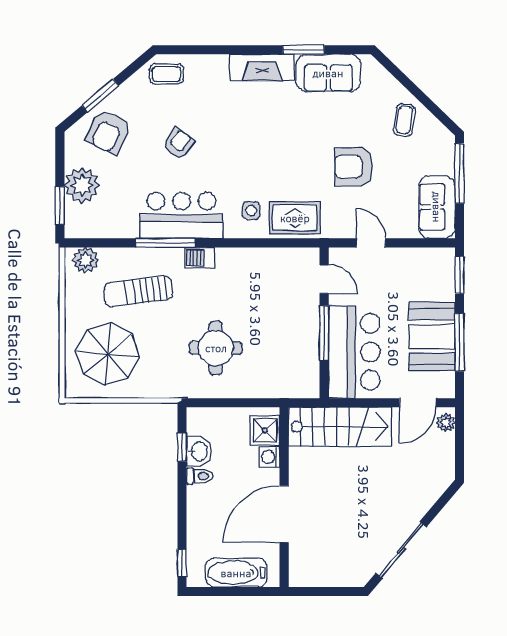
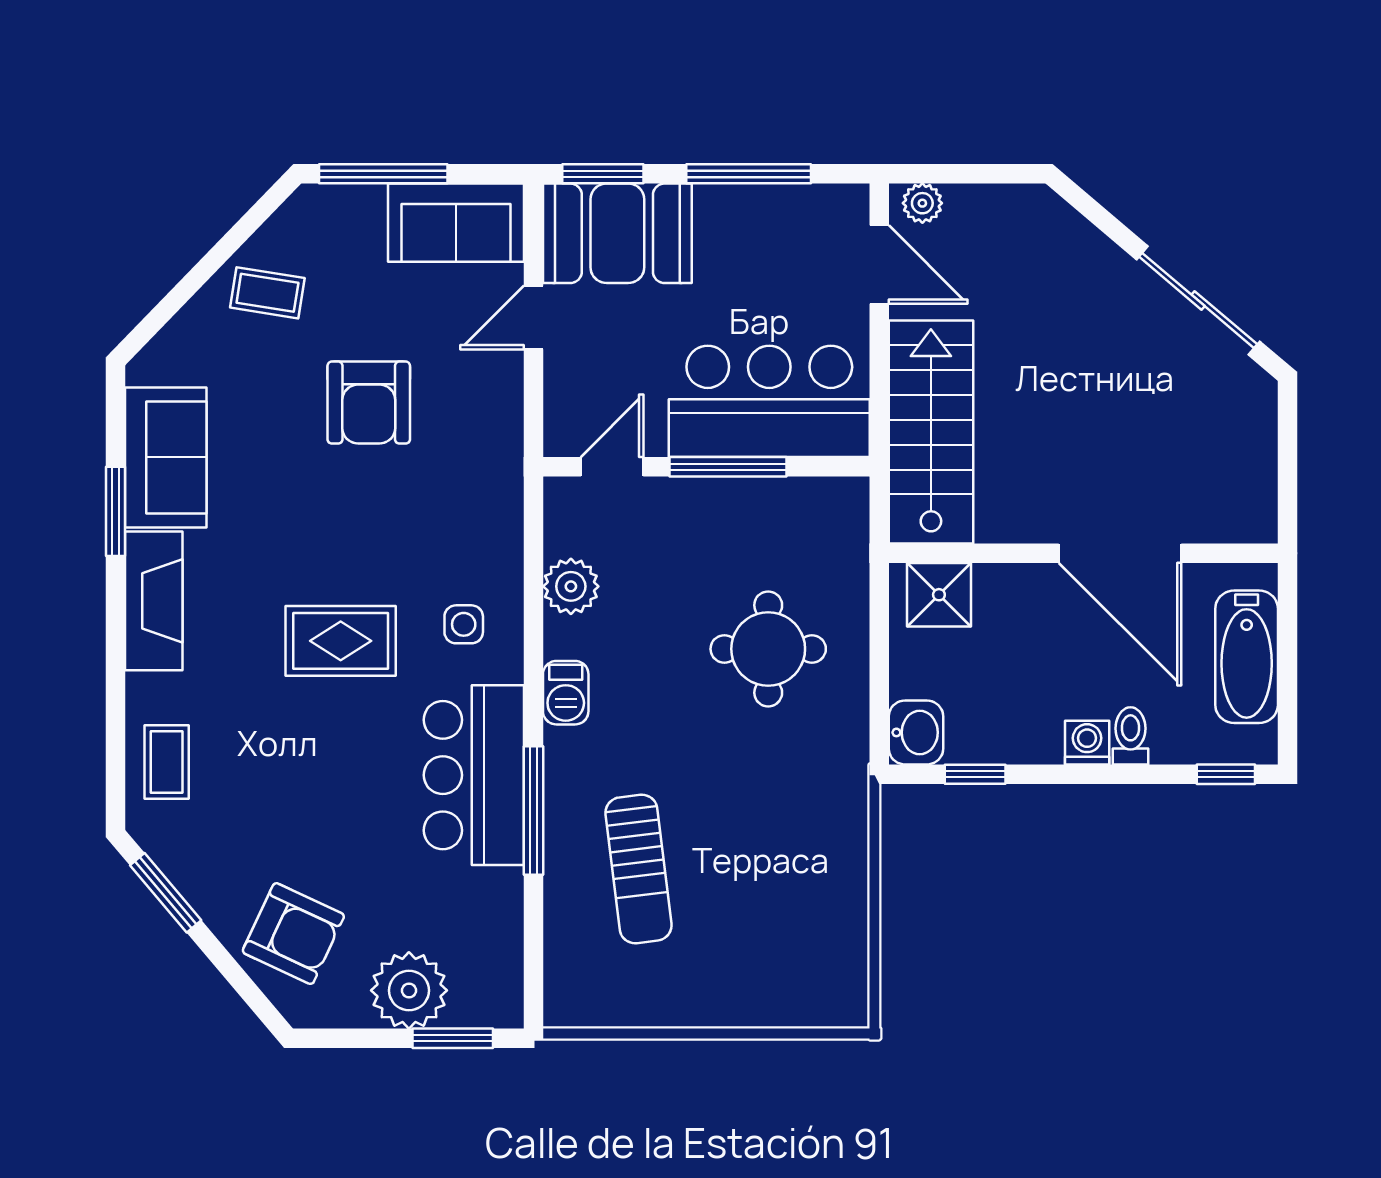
coffee table: (166, 74) -> (167, 762), moved
window: (100, 96) -> (166, 893), moved
armchair: (178, 144) -> (319, 782), removed
rug: (295, 218) -> (341, 641), moved, turned 90
door: (371, 243) -> (533, 318), moved
barbecue: (200, 258) -> (566, 693), moved
plant: (85, 260) -> (571, 586), moved
booth: (432, 336) -> (617, 233), moved
round table: (216, 348) -> (768, 649), moved
parasol: (108, 354) -> (774, 935), removed
washbasin: (199, 451) -> (916, 732), moved, turned 90
washing machine: (269, 457) -> (1087, 743), moved, turned 180
toilet: (200, 476) -> (1130, 736), moved

